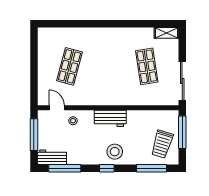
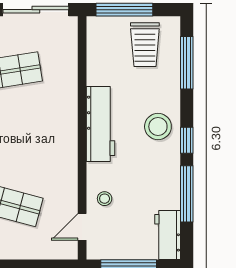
workbench: (110, 118) -> (101, 124), width x1.38
trolley: (162, 144) -> (145, 45), turned 73
window: (65, 168) -> (187, 194), moved

